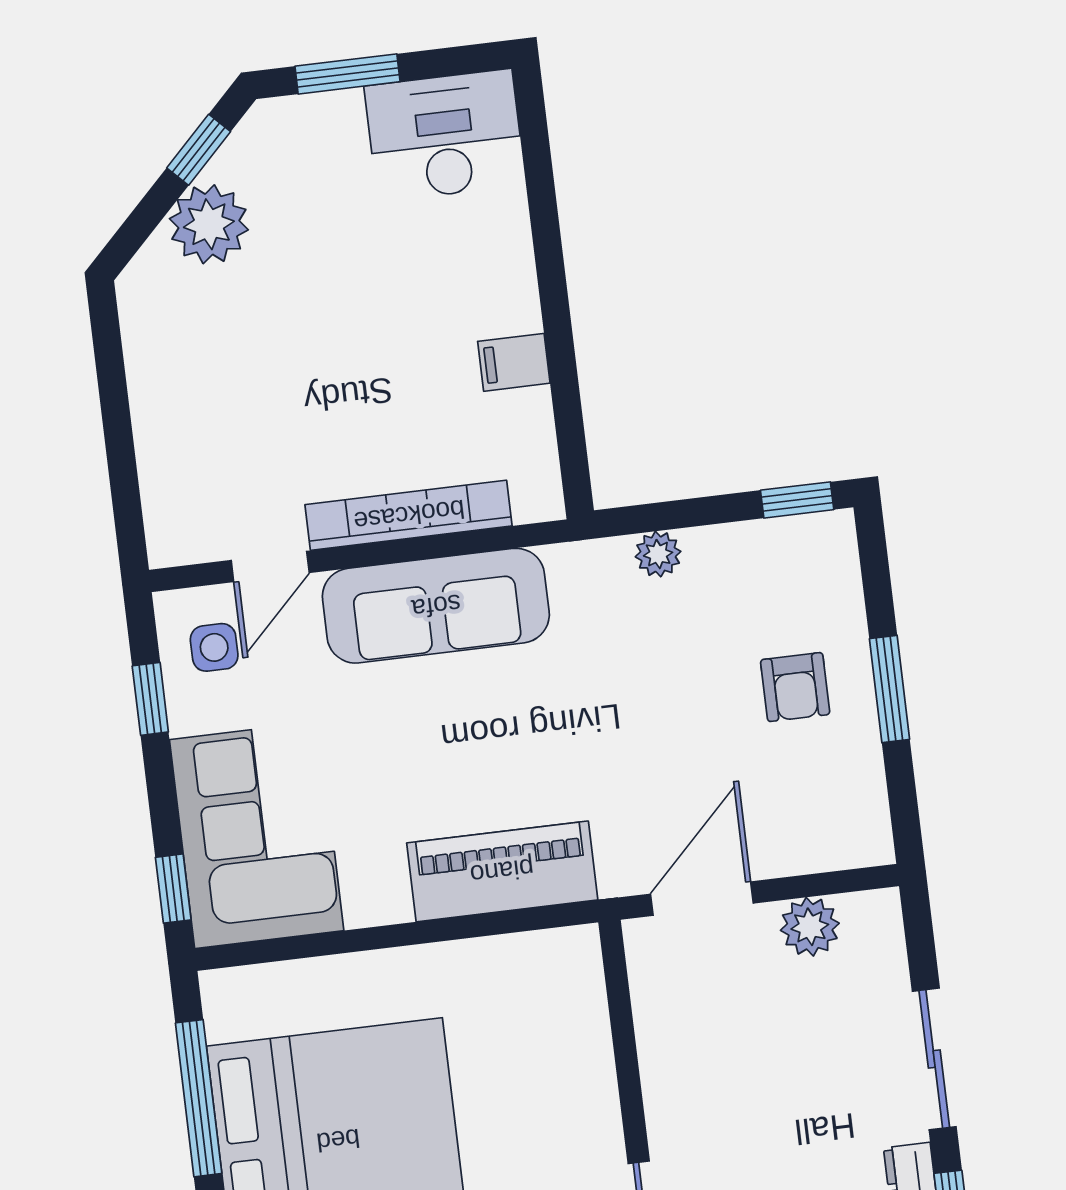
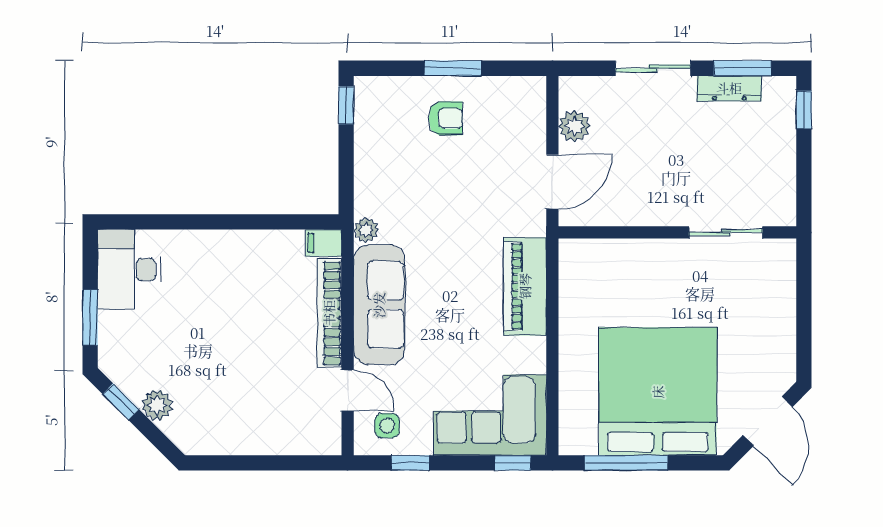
plant: (209, 224) -> (157, 405), width x0.73, depth x0.73
filing cabinet: (514, 362) -> (324, 243), moved, turned 90
plant: (658, 554) -> (366, 230), moved
door: (702, 899) -> (552, 182), swing flipped

